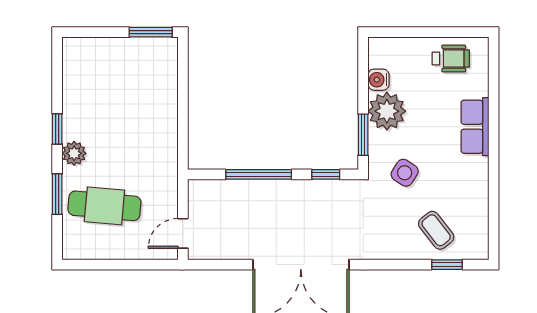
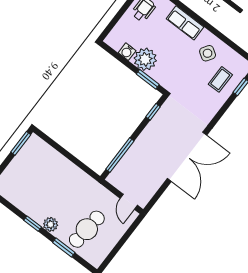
side table: (405, 173) -> (208, 53), moved
window: (259, 174) -> (120, 155), moved
coffee table: (436, 230) -> (220, 79), turned -52

